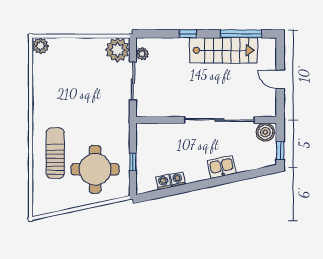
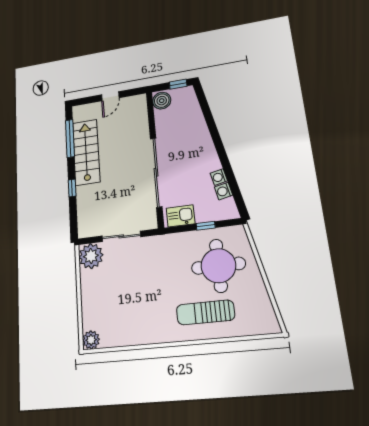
plant: (142, 54) -> (94, 230), removed
sliding door: (219, 120) -> (156, 172), moved
kitchen sink: (222, 167) -> (181, 216), moved, turned 102

